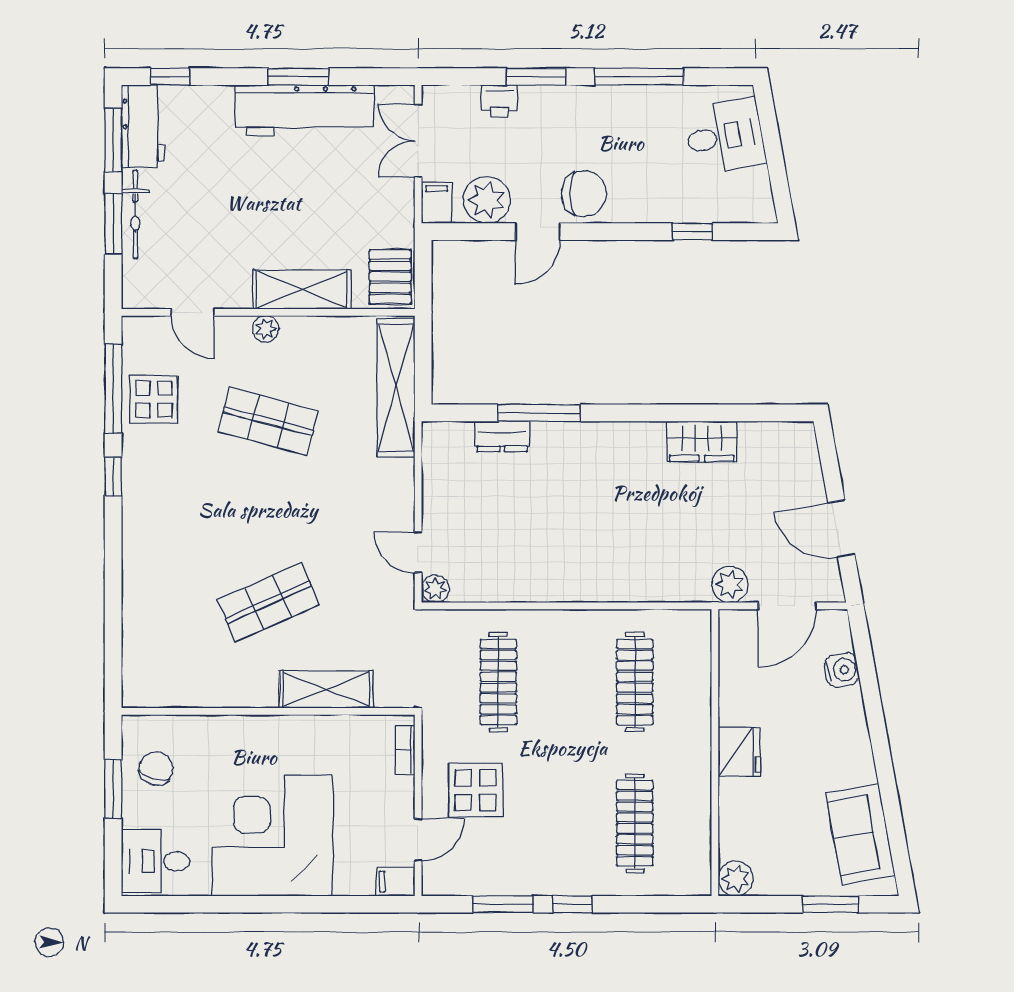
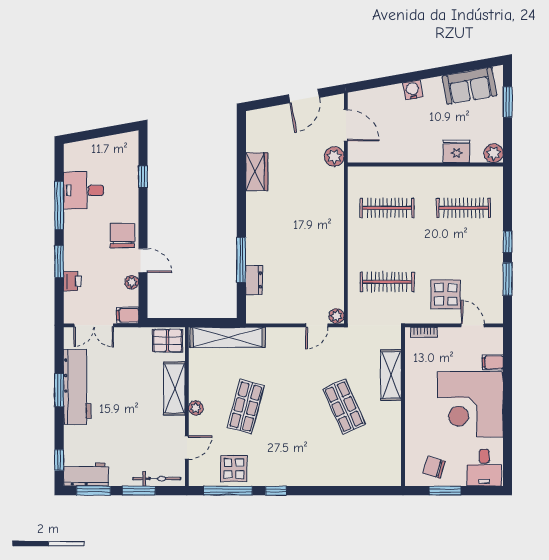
desk: (725, 136) -> (84, 190), moved, turned -80
plant: (487, 200) -> (132, 282), width x0.53, depth x0.53
bicycle: (135, 214) -> (157, 479), moved
water cooler: (842, 670) -> (413, 90), moved
fridge: (739, 752) -> (457, 151), moved
filing cabinet: (396, 882) -> (493, 362), moved, turned 90

